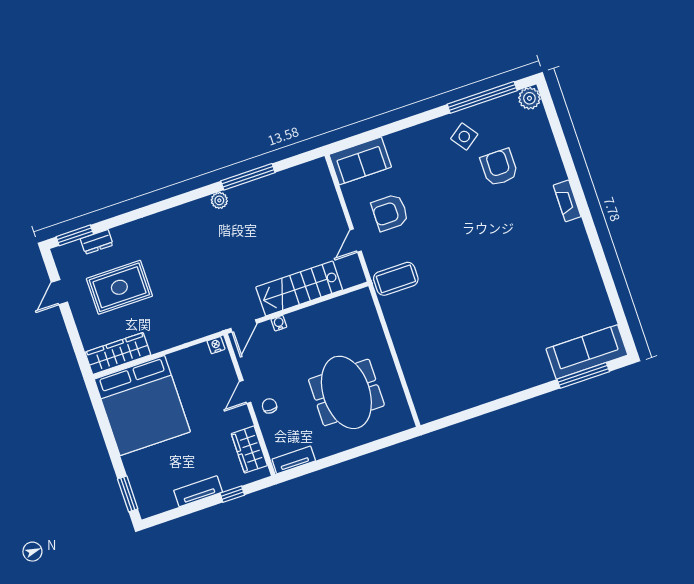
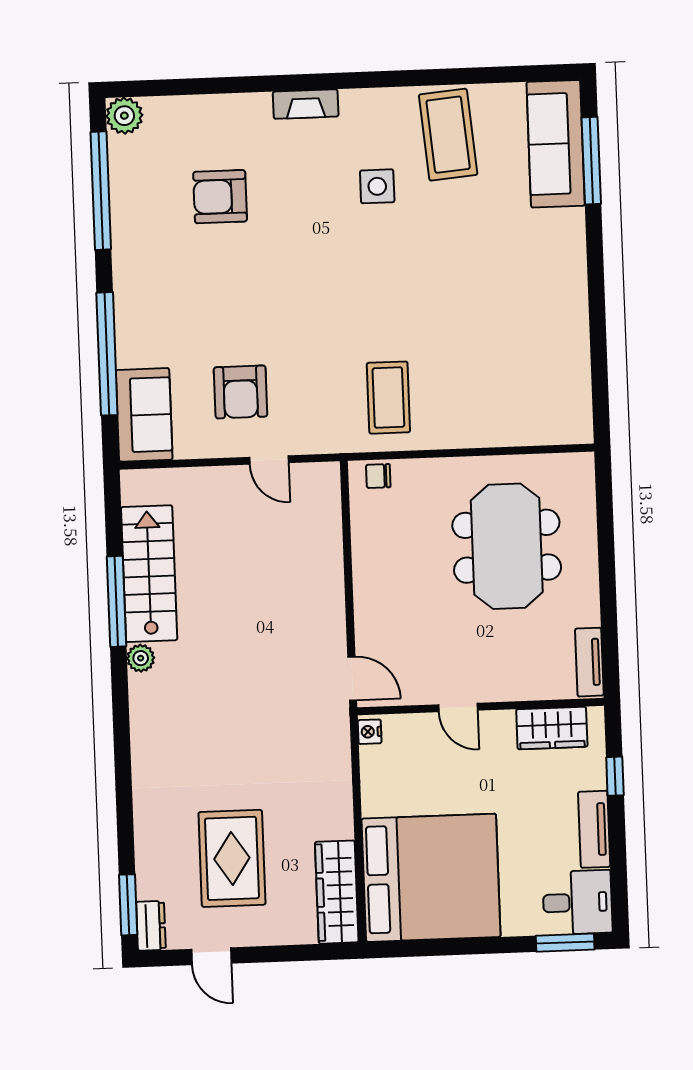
window: (389, 129) -> (107, 354), added
side table: (464, 137) -> (377, 186), moved, turned 36
dresser: (97, 242) -> (151, 926), moved
coffee table: (396, 279) -> (388, 398), moved
stairs: (299, 288) -> (149, 574), moved, turned 180
coffee table: (574, 288) -> (448, 135), added
water cooler: (279, 323) -> (364, 621), removed
meeting table: (346, 392) -> (507, 546), turned 90
chair: (269, 406) -> (378, 476), moved
desk: (153, 494) -> (578, 902), added

